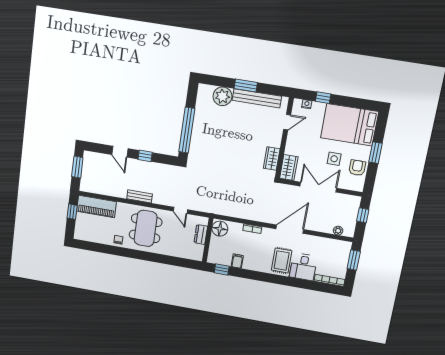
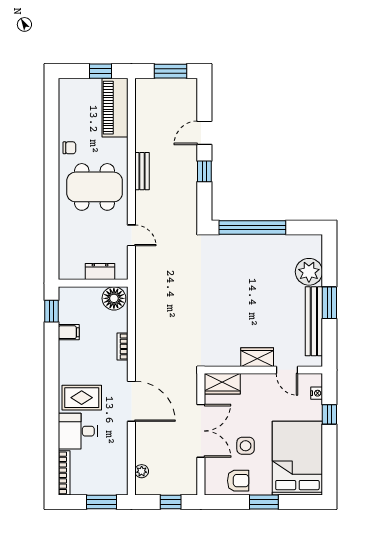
wardrobe: (272, 159) -> (257, 357), moved
door: (180, 210) -> (131, 235), swing flipped

